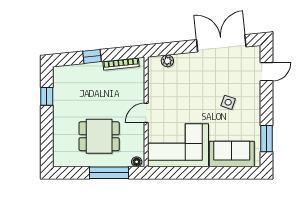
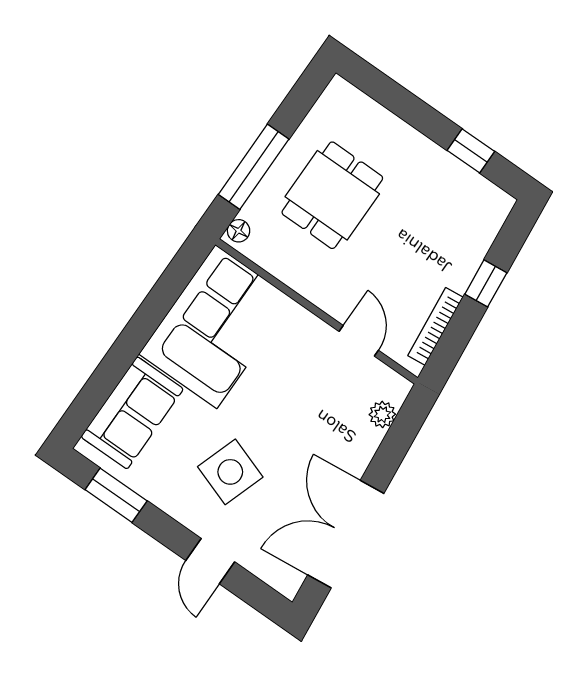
double door: (221, 43) -> (346, 534), swing flipped
door: (266, 72) -> (210, 561), moved
side table: (228, 102) -> (230, 472), width x1.87, depth x1.87
door: (146, 113) -> (359, 341), moved

